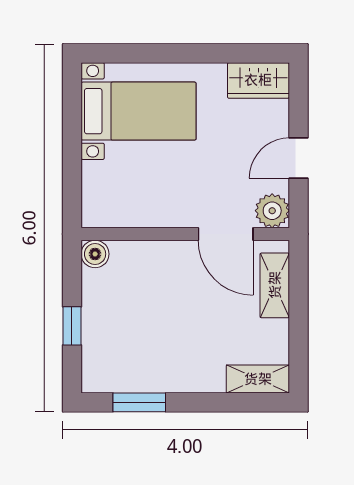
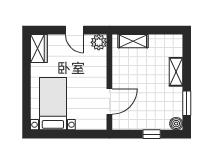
door: (226, 234) -> (109, 101), moved
boiler: (95, 254) -> (176, 124), moved
shelving: (258, 379) -> (176, 72), moved

